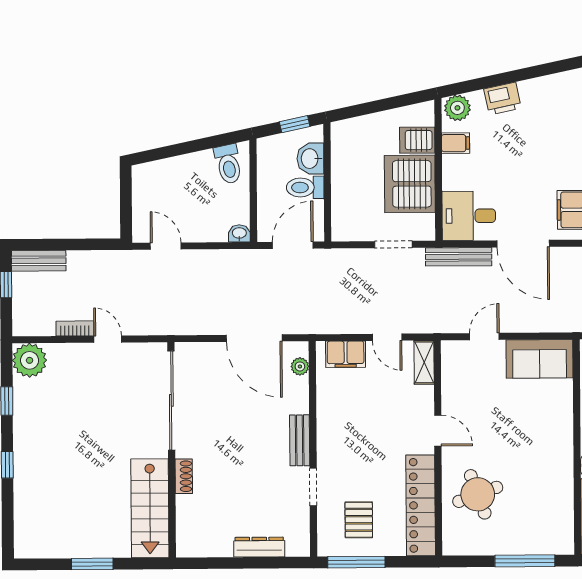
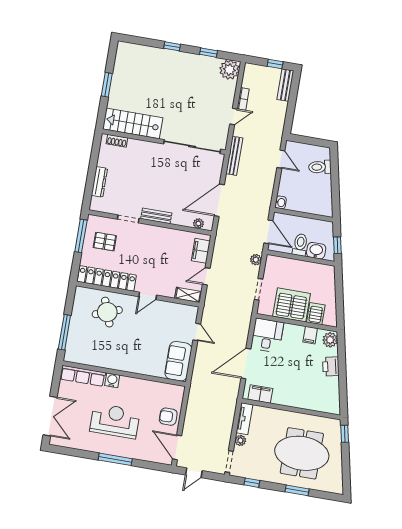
toilet: (228, 164) -> (320, 167), moved
door: (166, 246) -> (281, 159), hinge flipped
bench: (459, 257) -> (234, 156), moved
plant: (344, 258) -> (256, 260), added
shoe rack: (184, 476) -> (117, 141), moved

